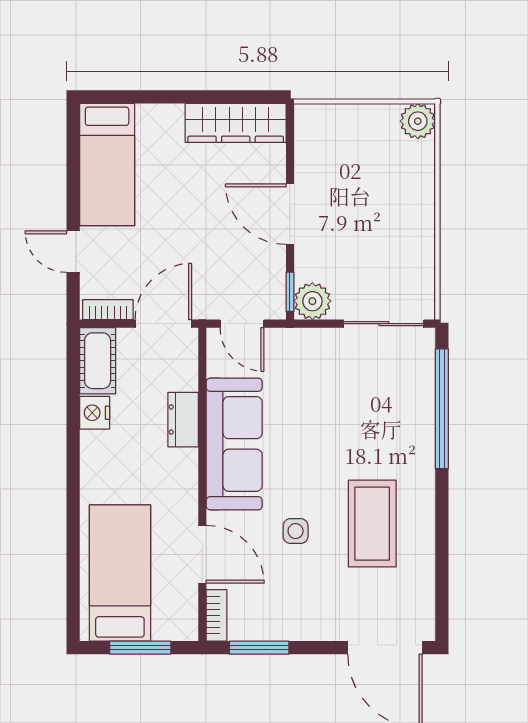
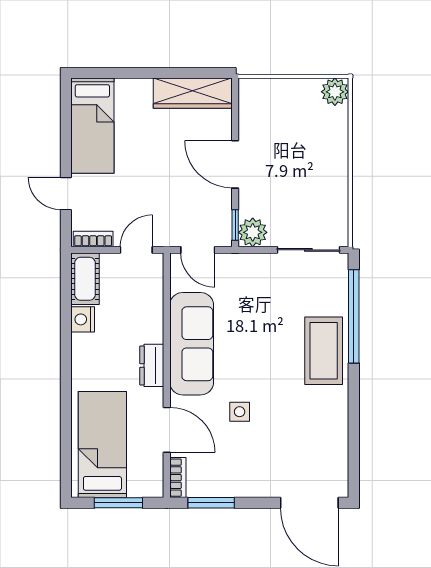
door: (163, 324) -> (136, 250), width x0.73
dresser: (183, 420) -> (152, 365), moved
coffee table: (372, 524) -> (324, 351), moved

